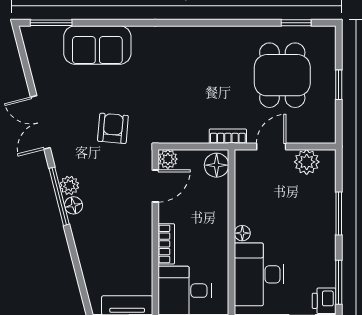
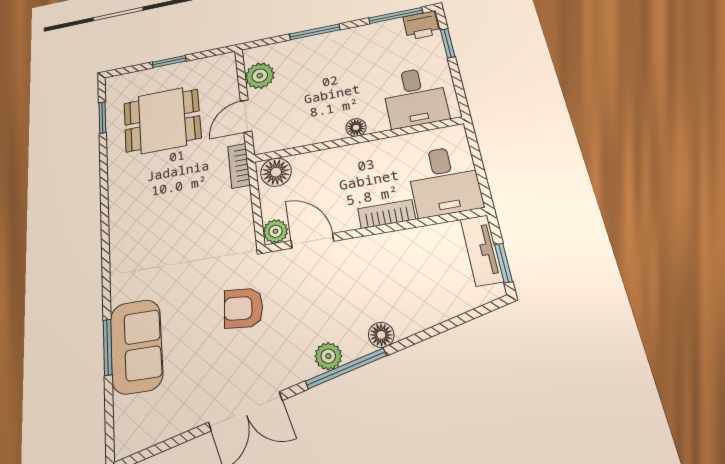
window: (51, 23) -> (108, 347), moved
door: (271, 147) -> (246, 116), hinge flipped
floor lamp: (74, 205) -> (381, 335), moved
desk: (259, 274) -> (415, 97), width x0.73

